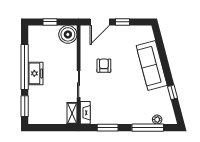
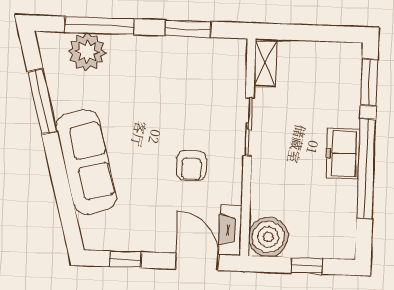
door: (100, 22) -> (197, 262), hinge flipped
window: (122, 22) -> (125, 259), moved
window: (173, 92) -> (42, 102), width x2.17
fireplace: (85, 113) -> (230, 230), moved
plant: (157, 120) -> (87, 52), width x1.88, depth x1.88

